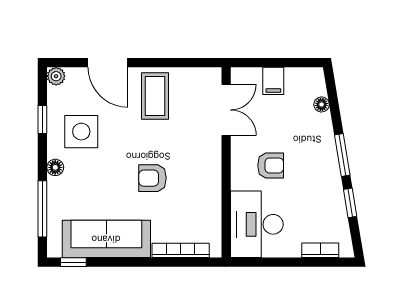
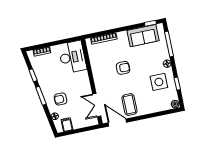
door: (108, 63) -> (117, 123), moved
filing cabinet: (273, 81) -> (67, 125), moved
armchair: (271, 165) -> (61, 99), moved
sofa: (106, 239) -> (143, 36), width x0.73

